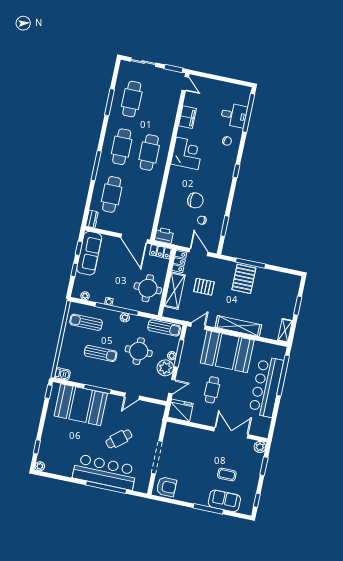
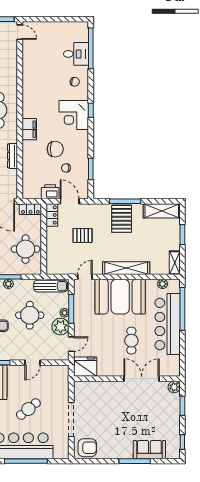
filing cabinet: (187, 117) -> (29, 129), moved
corner desk: (187, 153) -> (74, 115), moved, turned 180
dresser: (154, 198) -> (12, 156), added
printer: (164, 236) -> (50, 192), moved
shelving: (175, 291) -> (162, 211), moved, turned 90
plant: (269, 348) -> (163, 284), added
cafe table: (212, 390) -> (131, 341), moved
coffee table: (227, 474) -> (146, 422), removed

